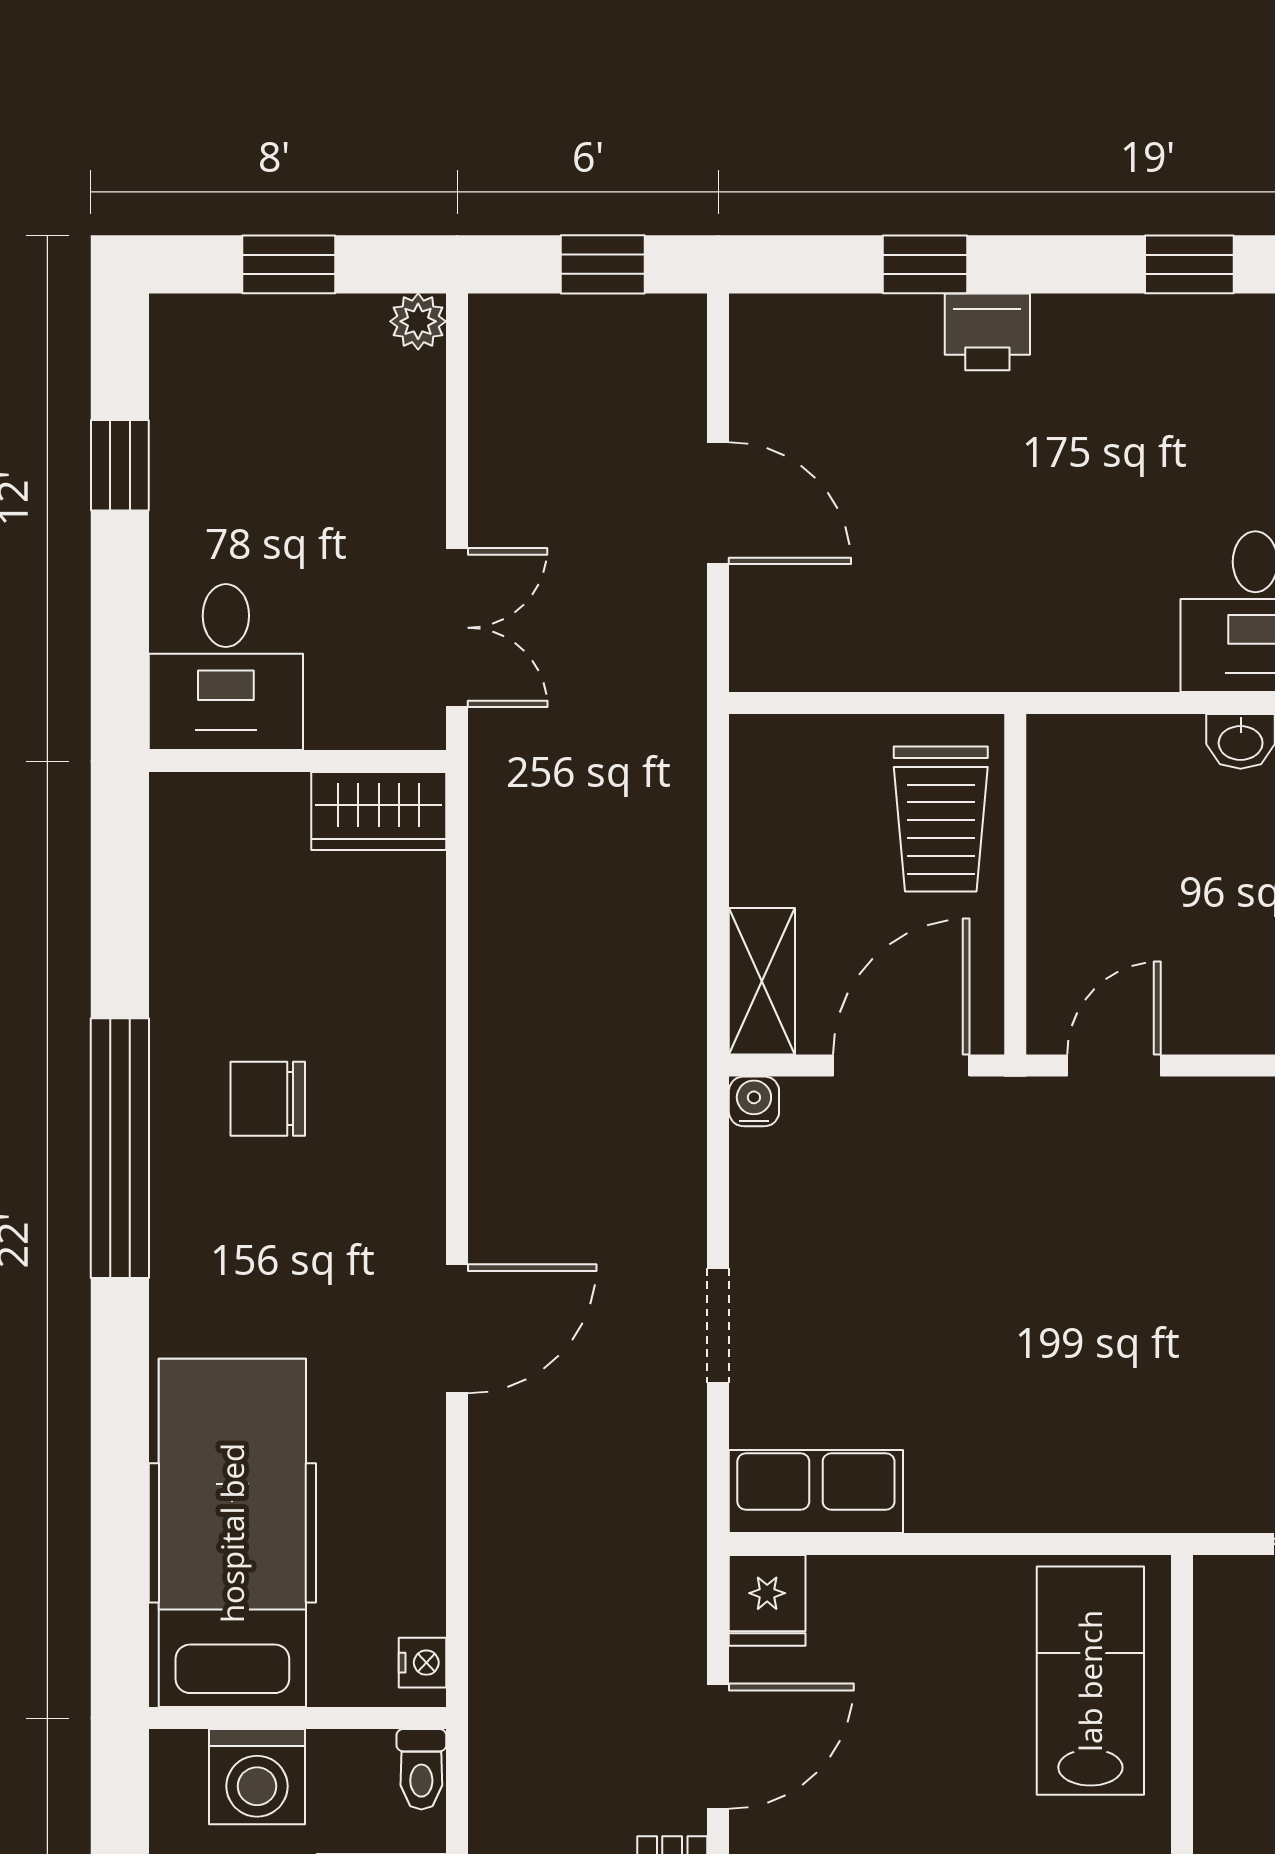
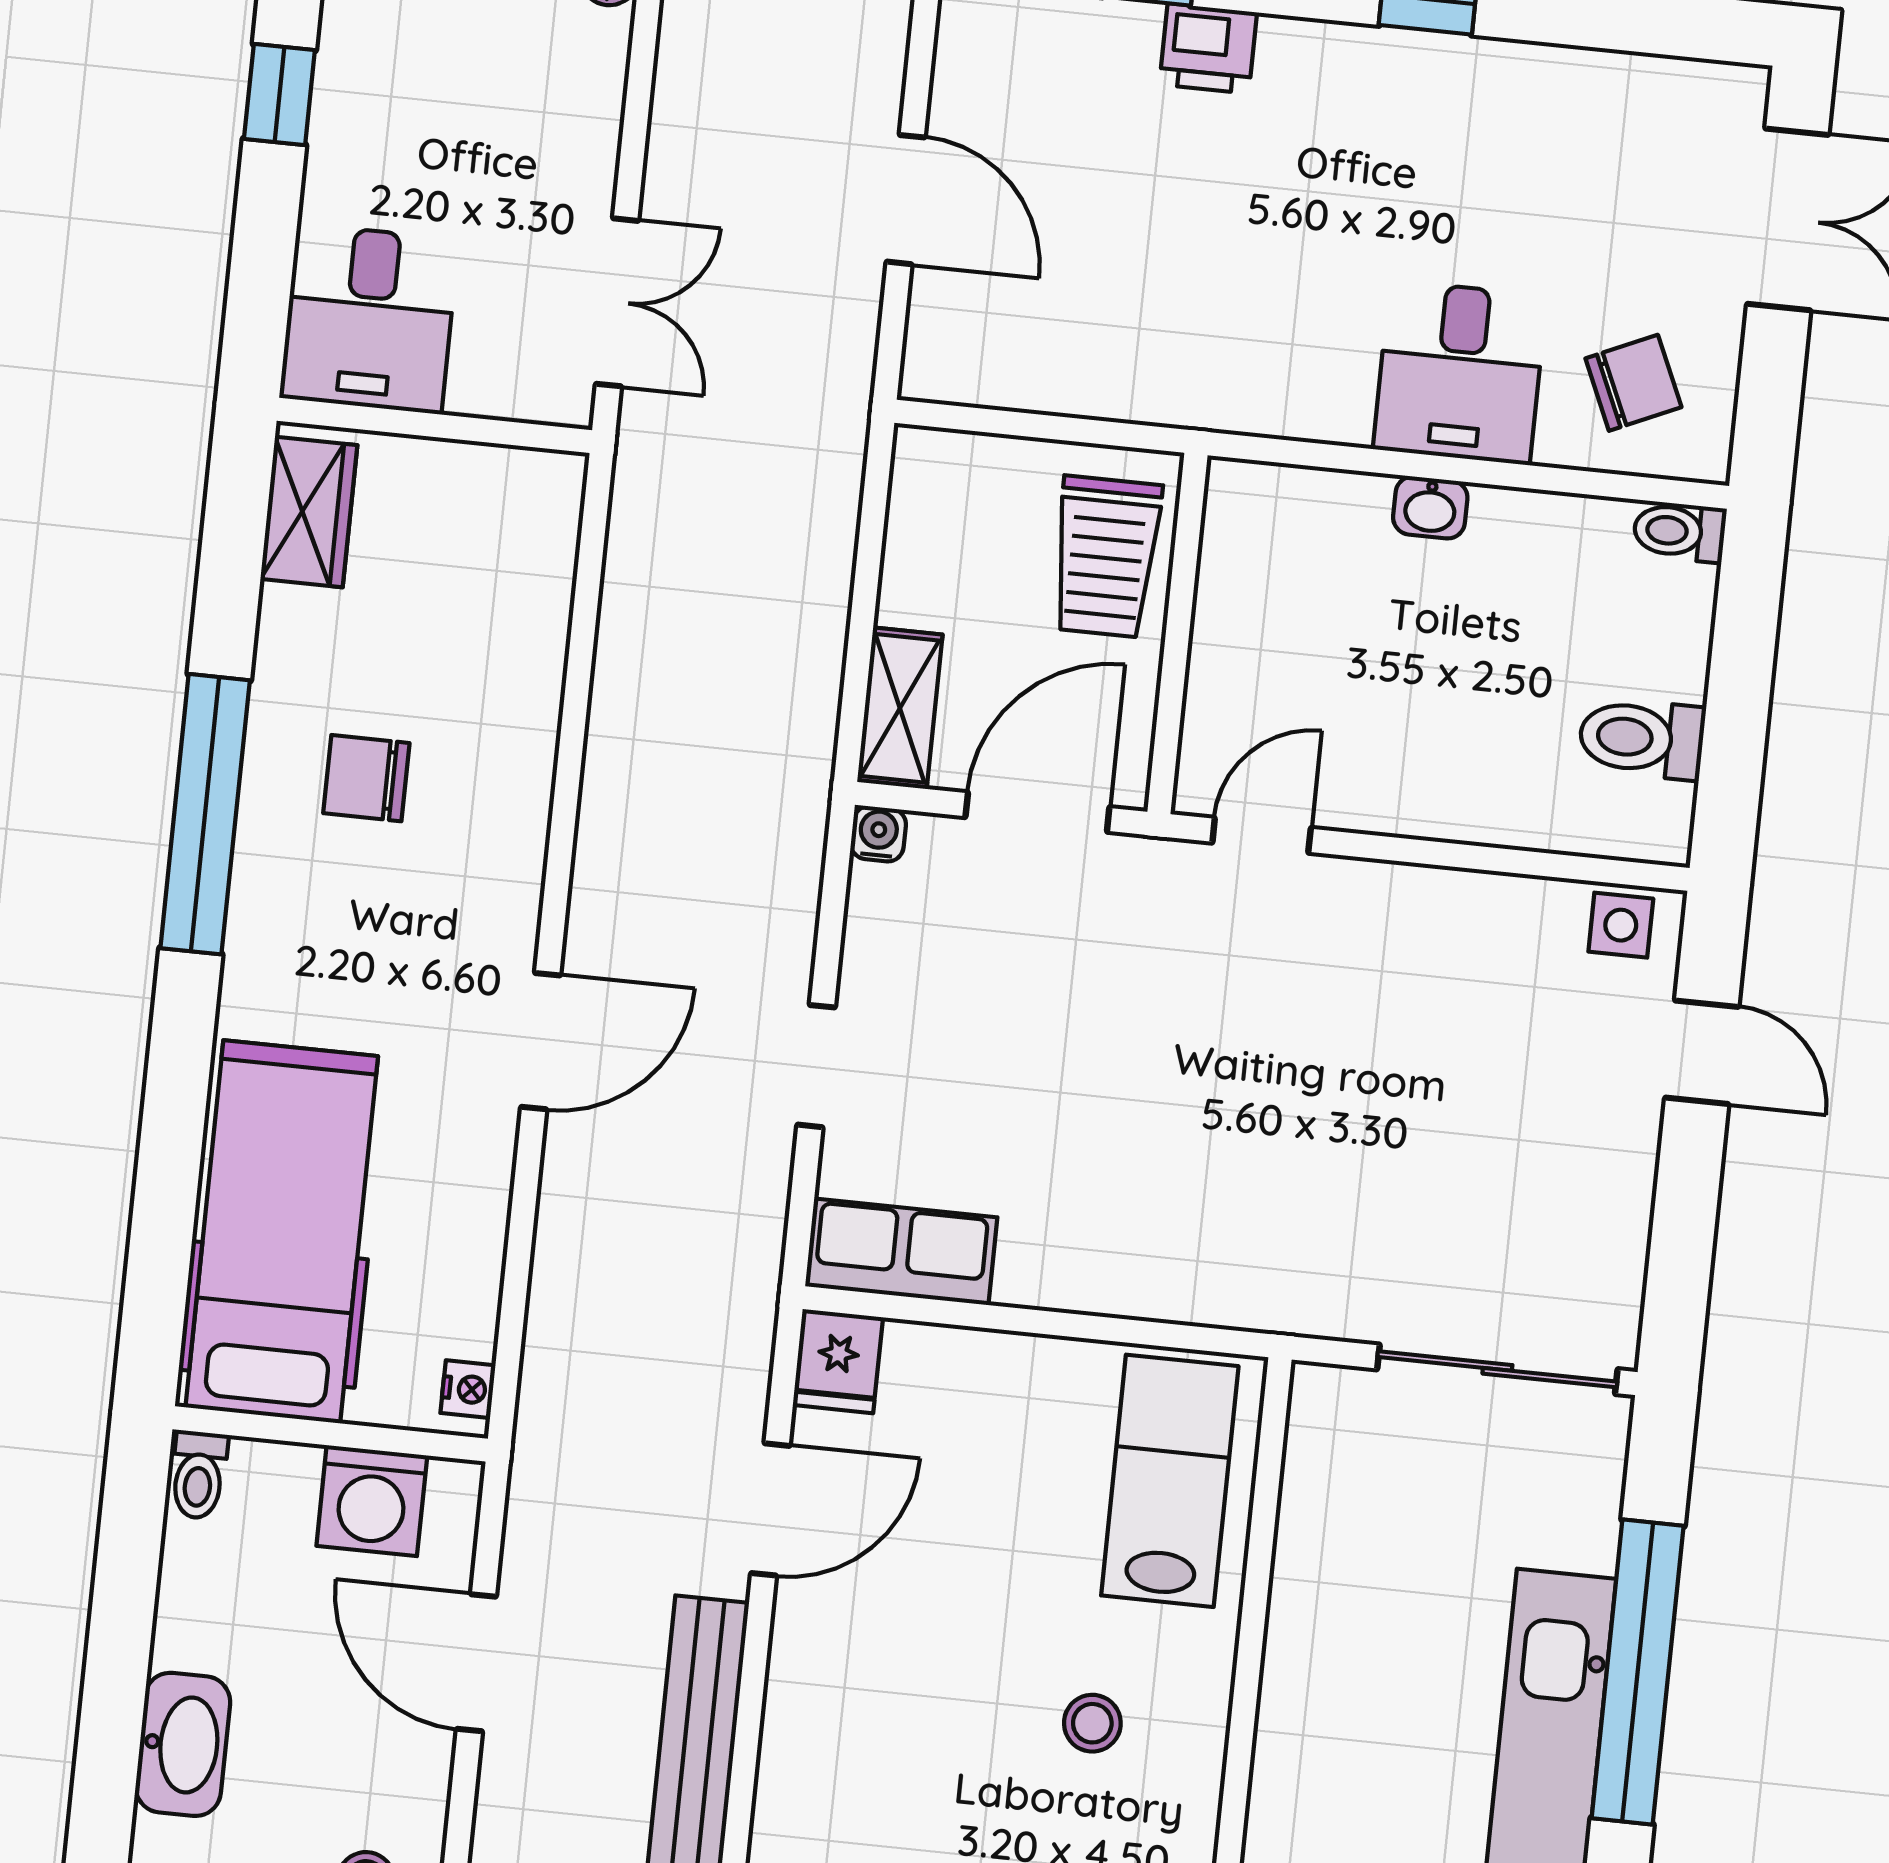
wardrobe: (379, 811) -> (309, 512), moved, turned -90
toilet: (421, 1769) -> (199, 1475), moved
washing machine: (257, 1777) -> (372, 1501), moved

